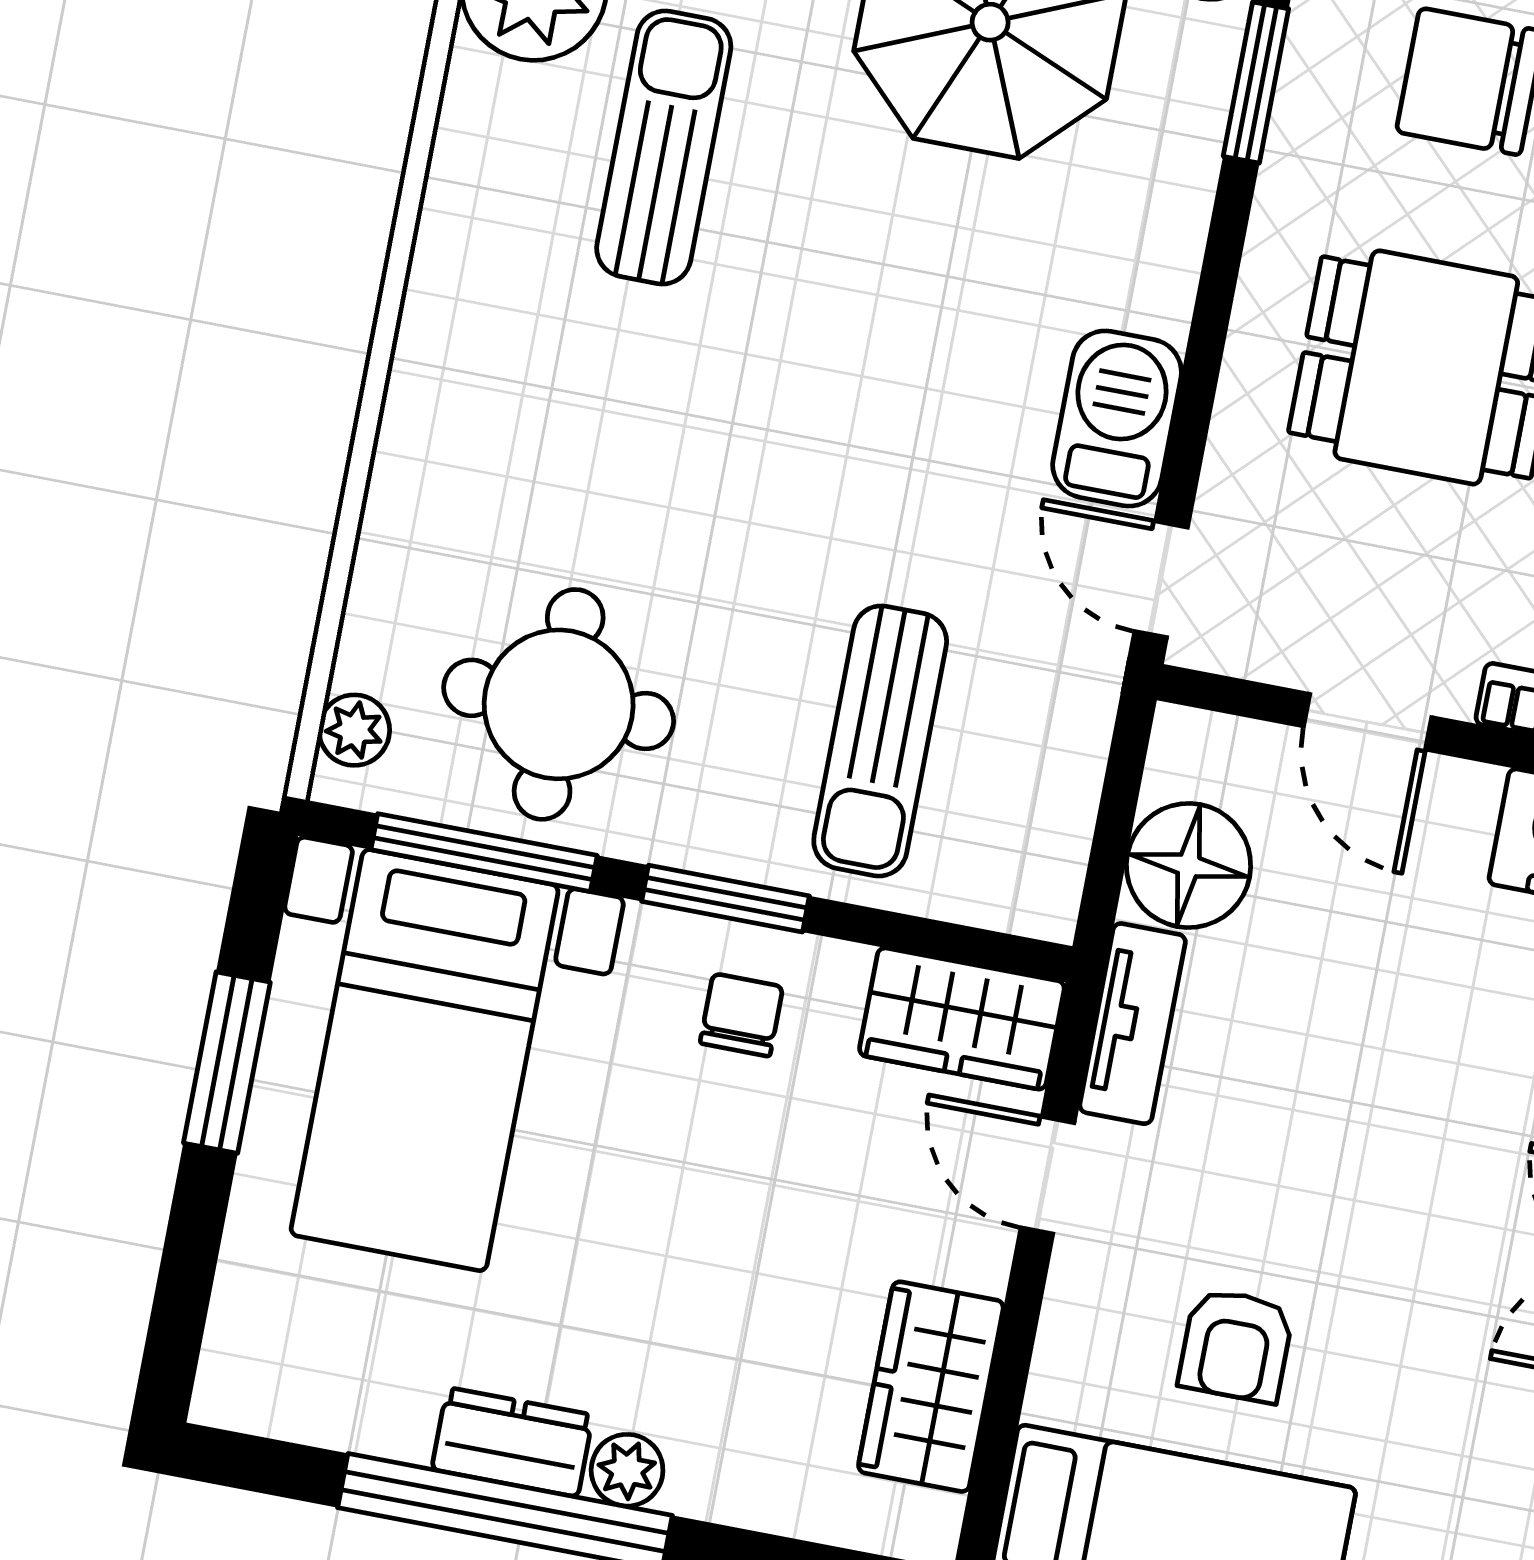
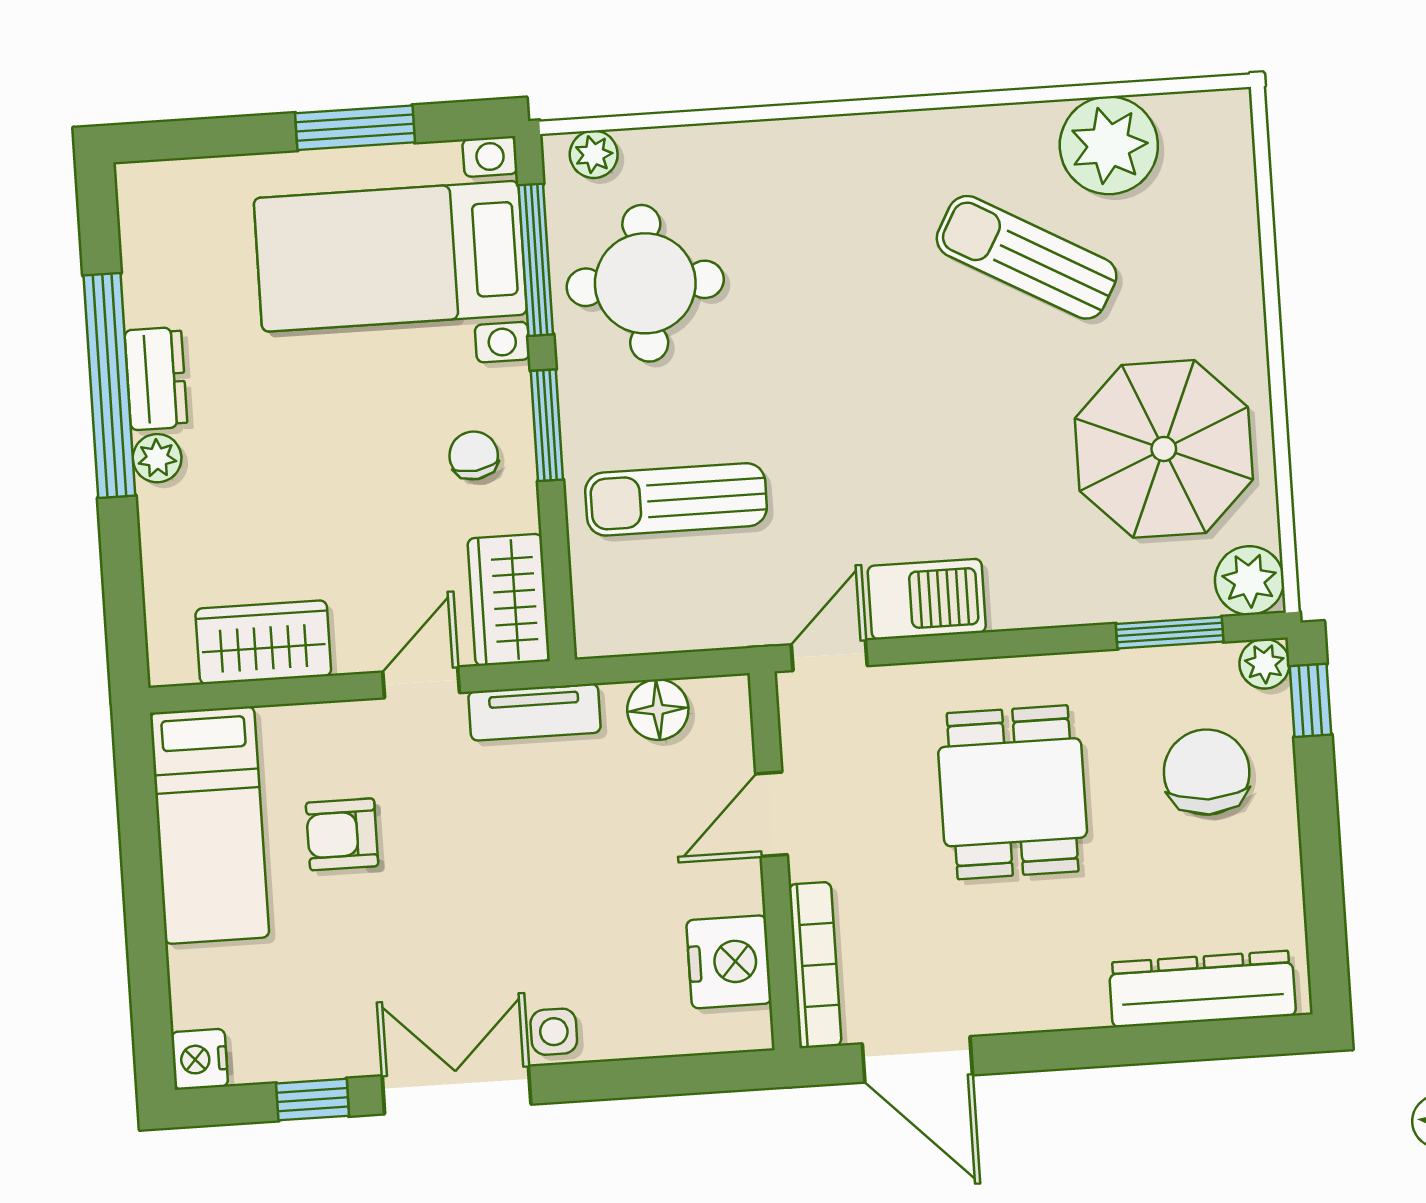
sun lounger: (664, 147) -> (1027, 257), turned -151
floor lamp: (1189, 865) -> (658, 710), width x0.73, depth x0.73
chair: (741, 1015) -> (474, 455), turned -97

